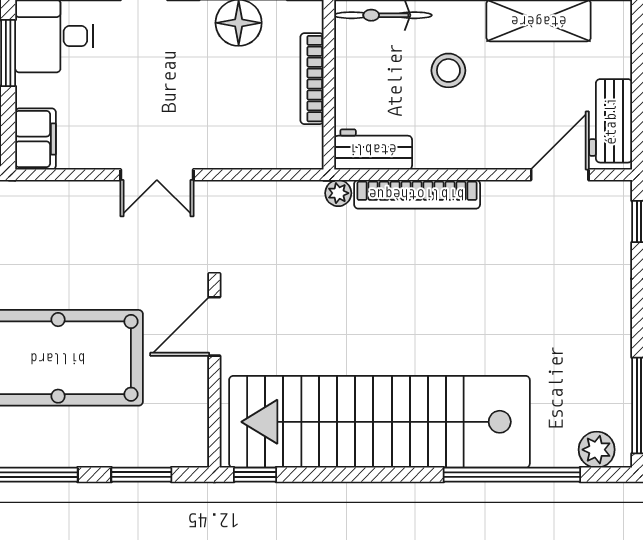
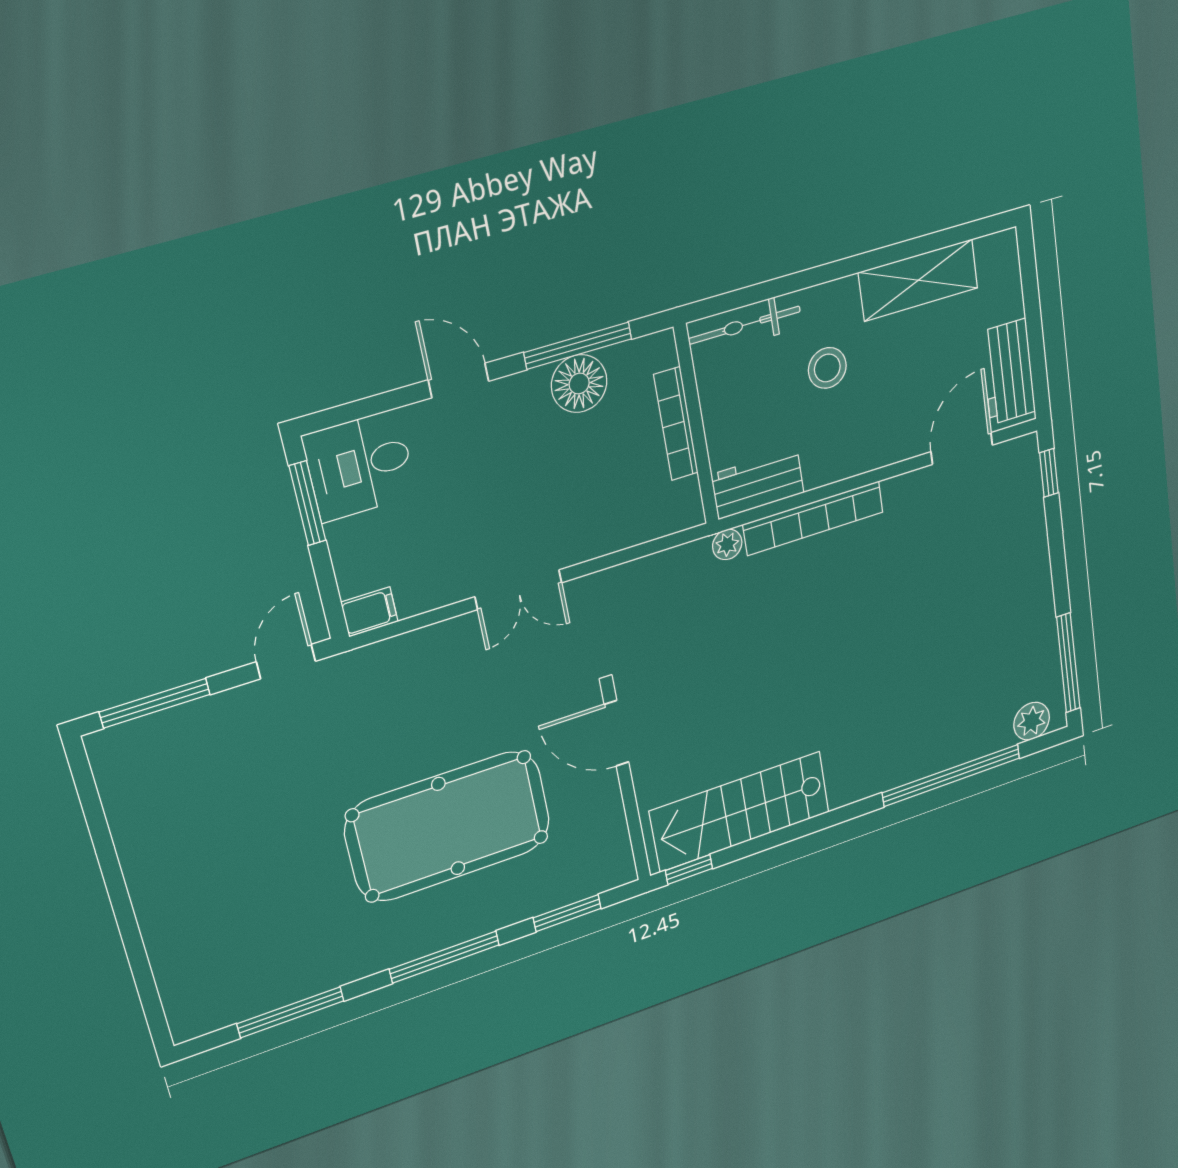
filing cabinet: (35, 139) -> (369, 612), width x0.50
door: (214, 326) -> (616, 733), hinge flipped
stairs: (379, 422) -> (740, 812), width x0.54, depth x0.66

